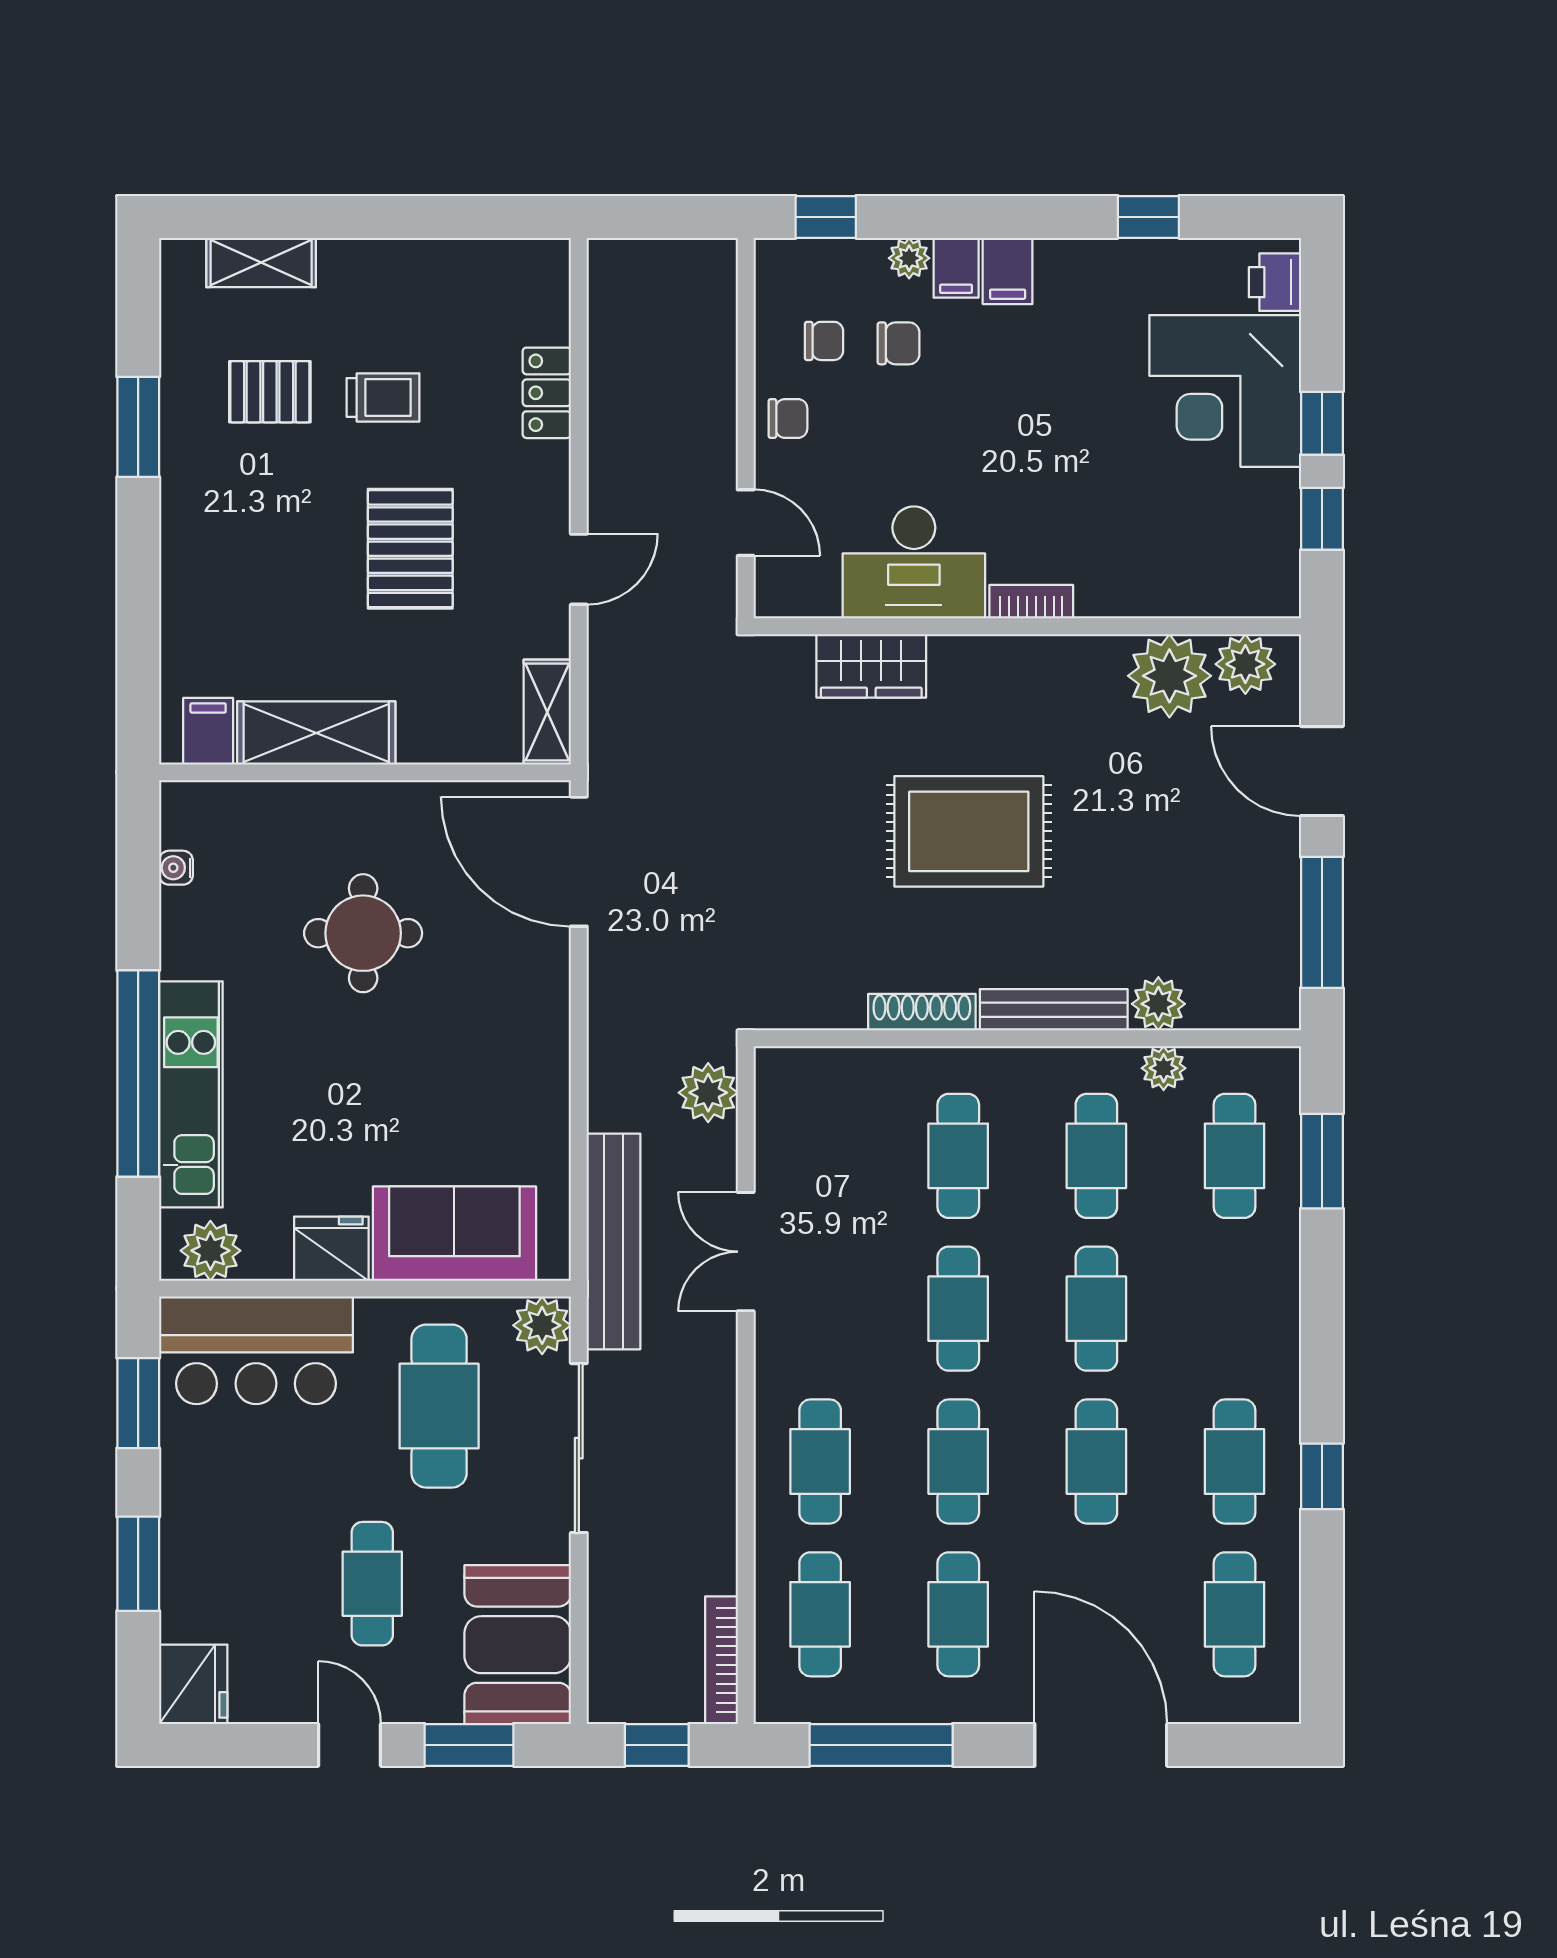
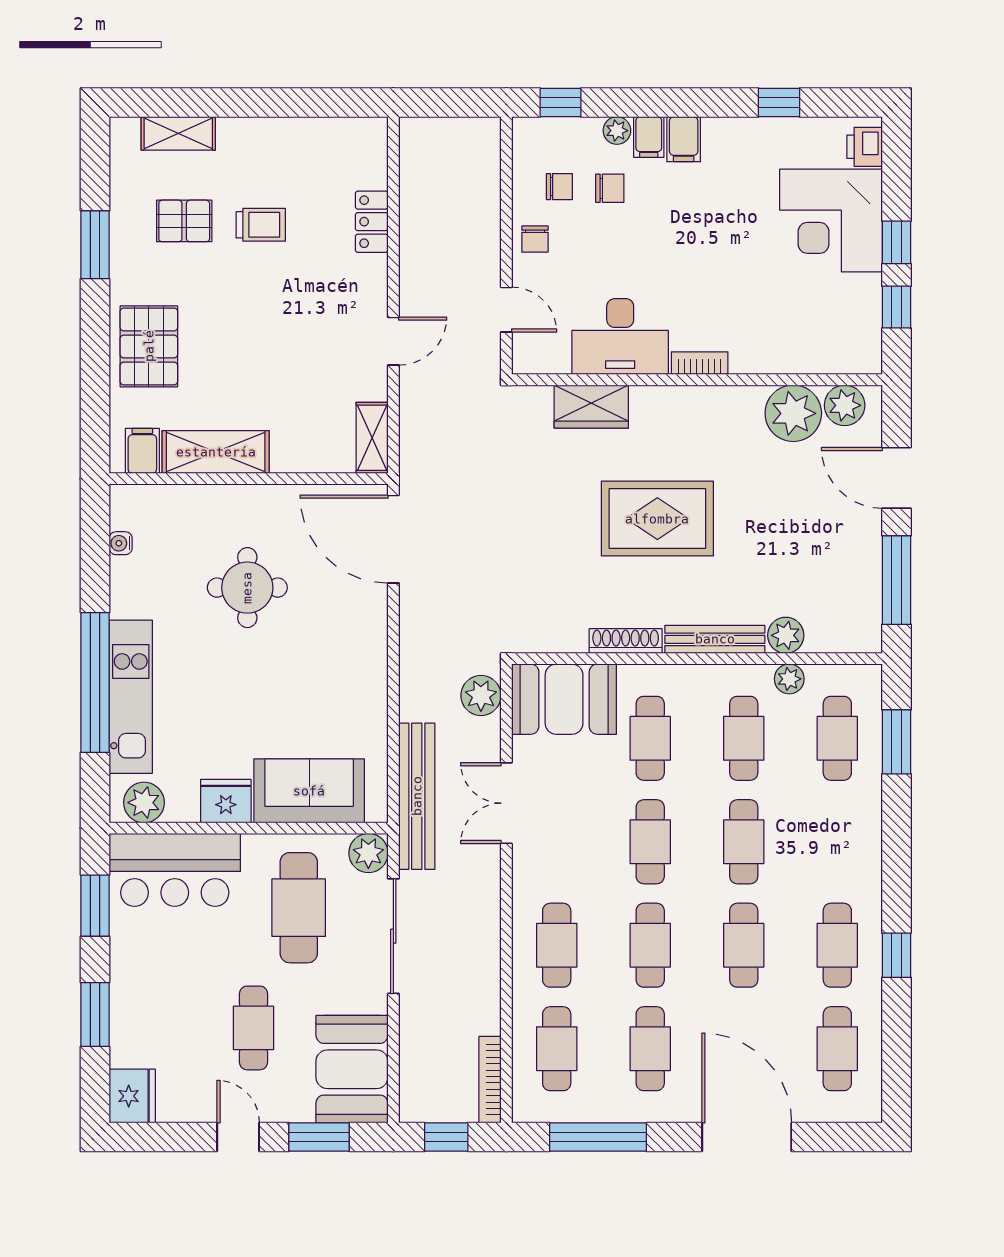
chair: (788, 419) -> (535, 239), turned 90
pallet: (410, 549) -> (149, 346), moved
booth: (831, 1098) -> (564, 699), added

